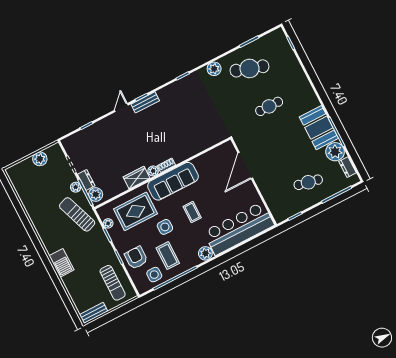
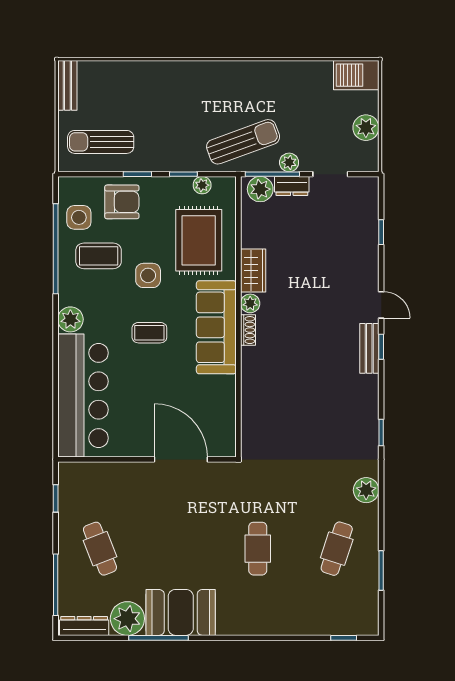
cafe table: (249, 68) -> (337, 549), width x0.73, depth x0.74
dresser: (348, 167) -> (84, 626), width x1.44
cafe table: (308, 182) -> (100, 549), turned -33
barbecue: (61, 263) -> (356, 75), moved

